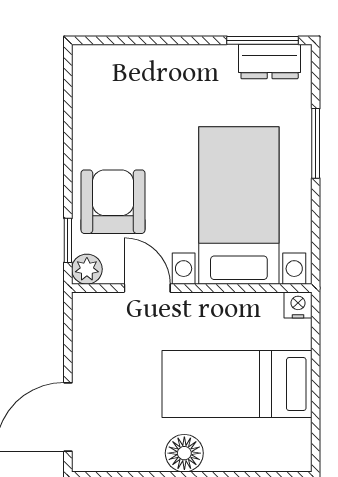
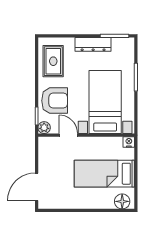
dresser: (270, 61) -> (93, 44), moved, width x1.44
rug: (109, 104) -> (53, 61), added
armchair: (113, 202) -> (55, 101), turned 90
floor lamp: (184, 453) -> (122, 201), moved

